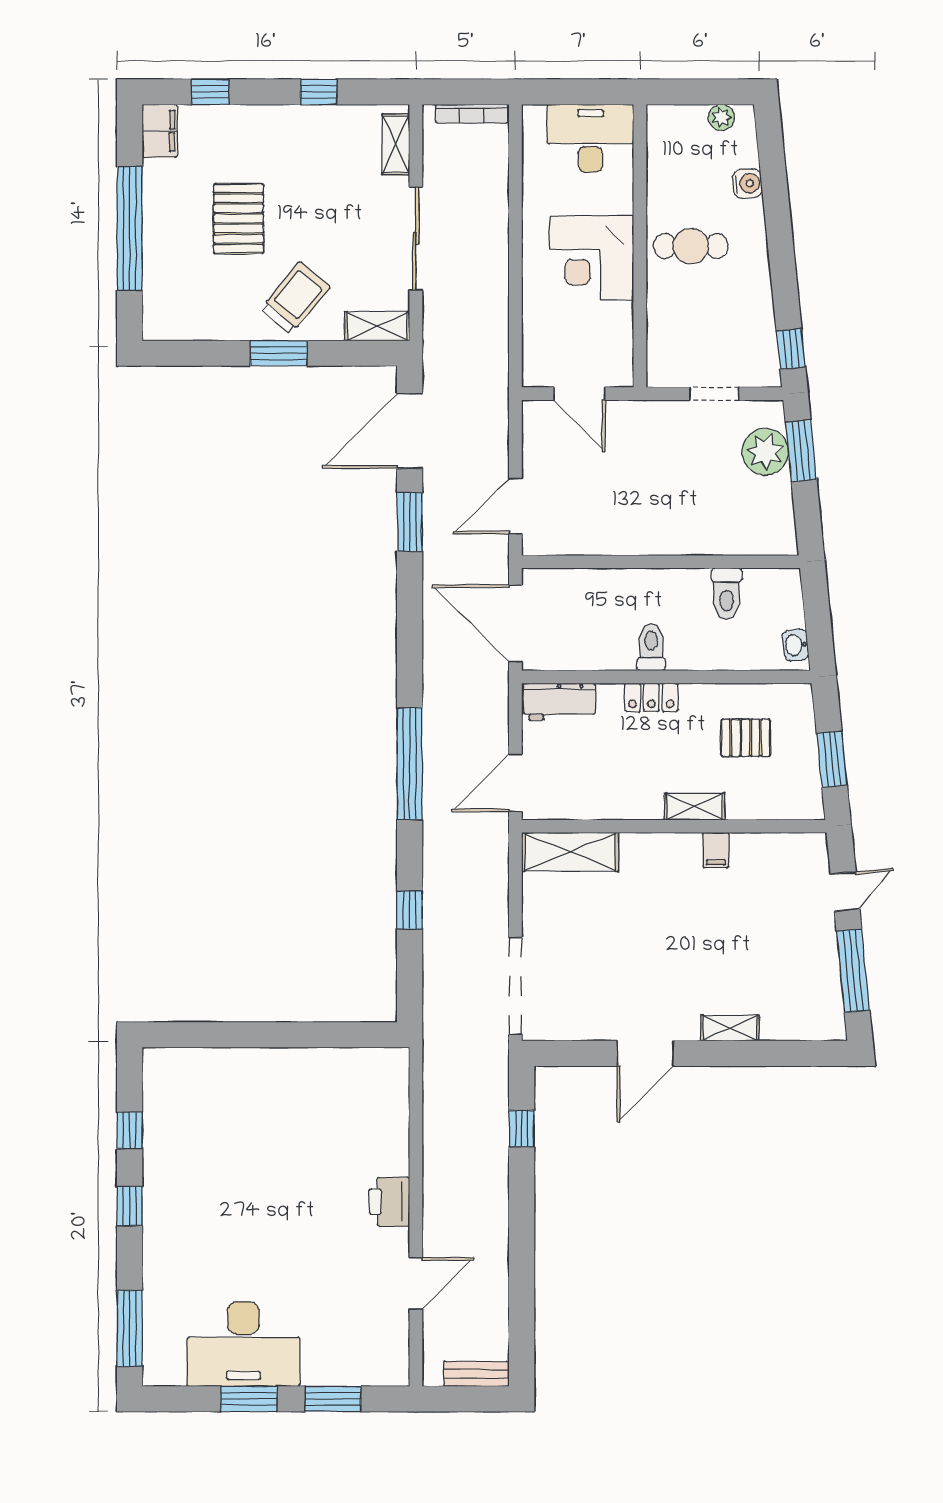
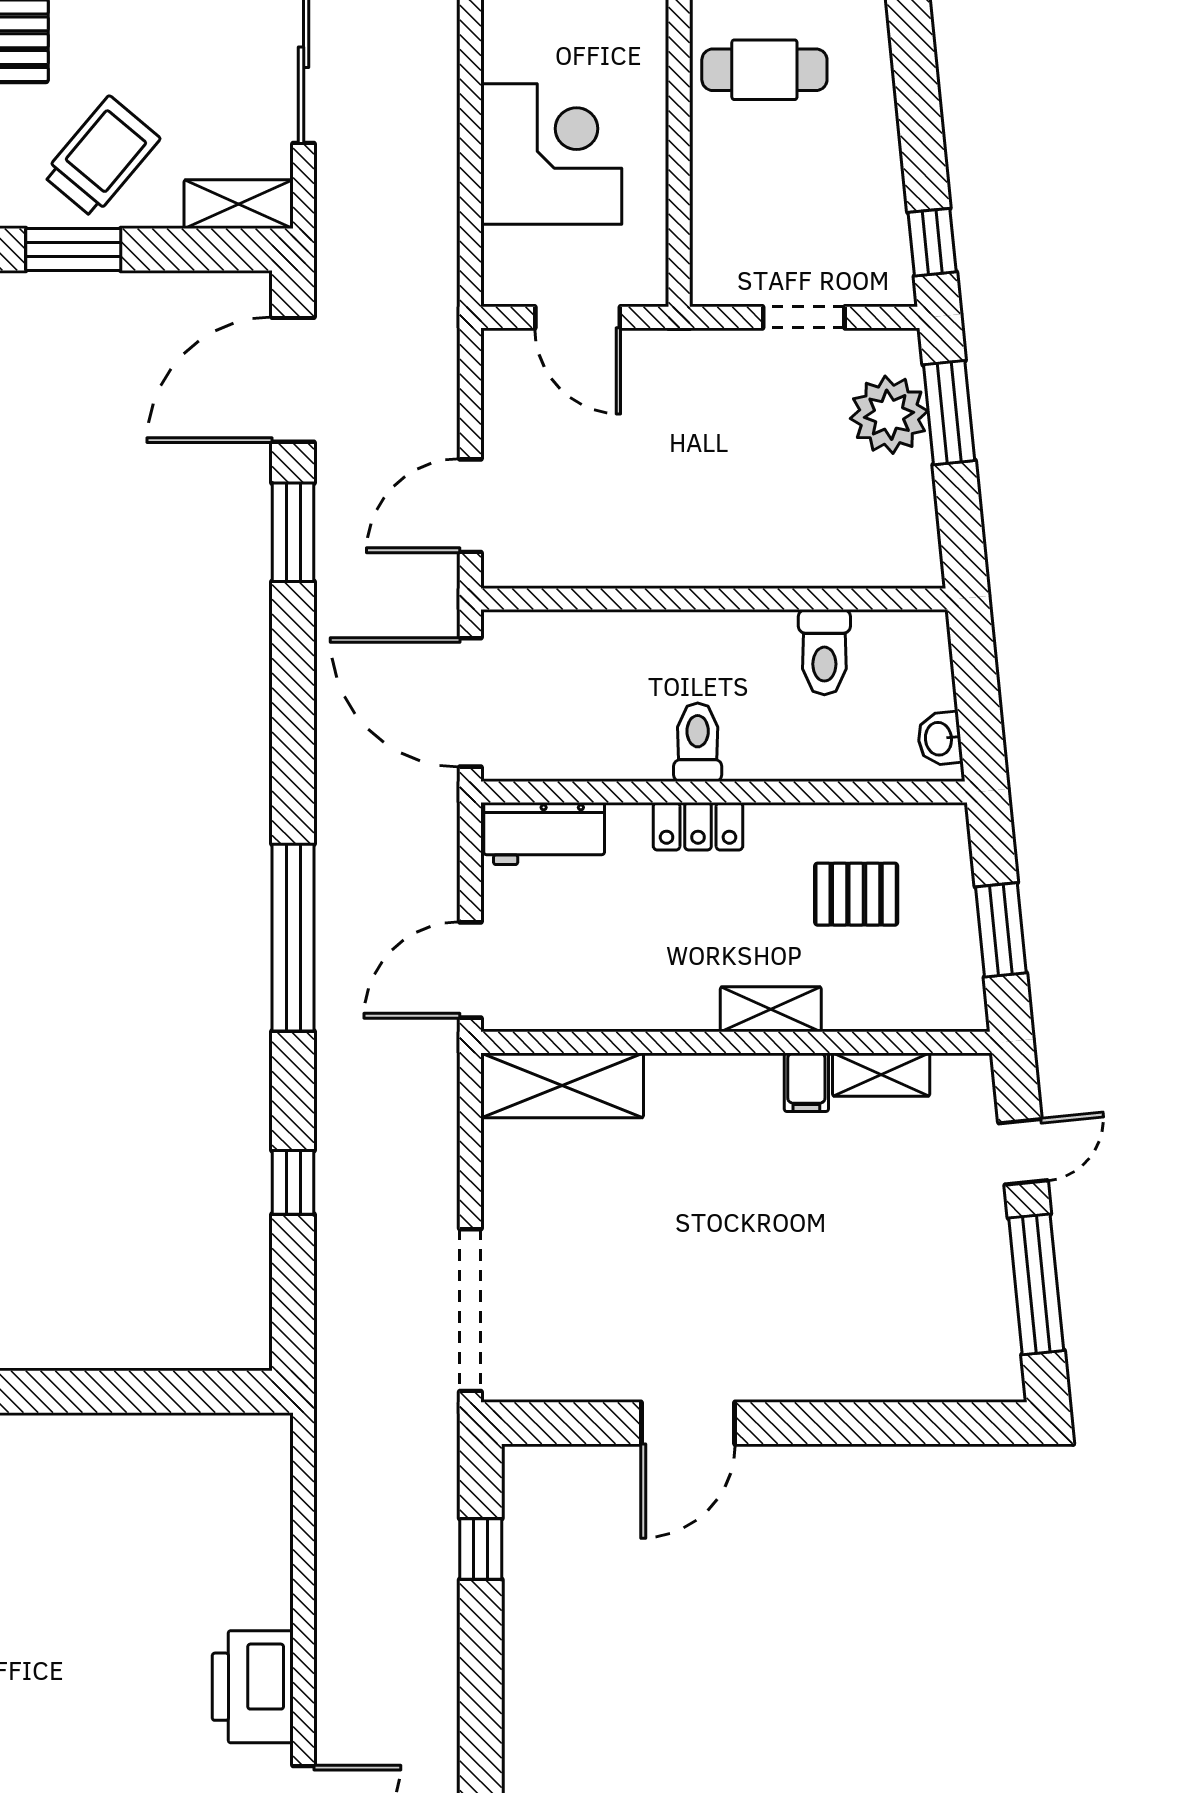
corner desk: (592, 258) -> (551, 154), moved, turned 180
shelving: (730, 1028) -> (881, 1075), moved
printer: (389, 1202) -> (253, 1687), width x1.37, depth x1.19

